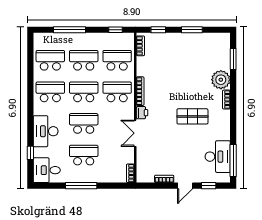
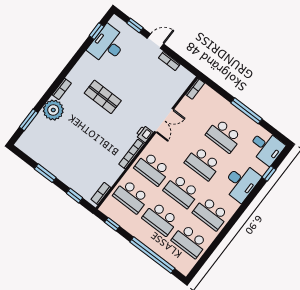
window: (69, 30) -> (152, 255), width x1.46
window: (233, 160) -> (97, 31), width x0.46

